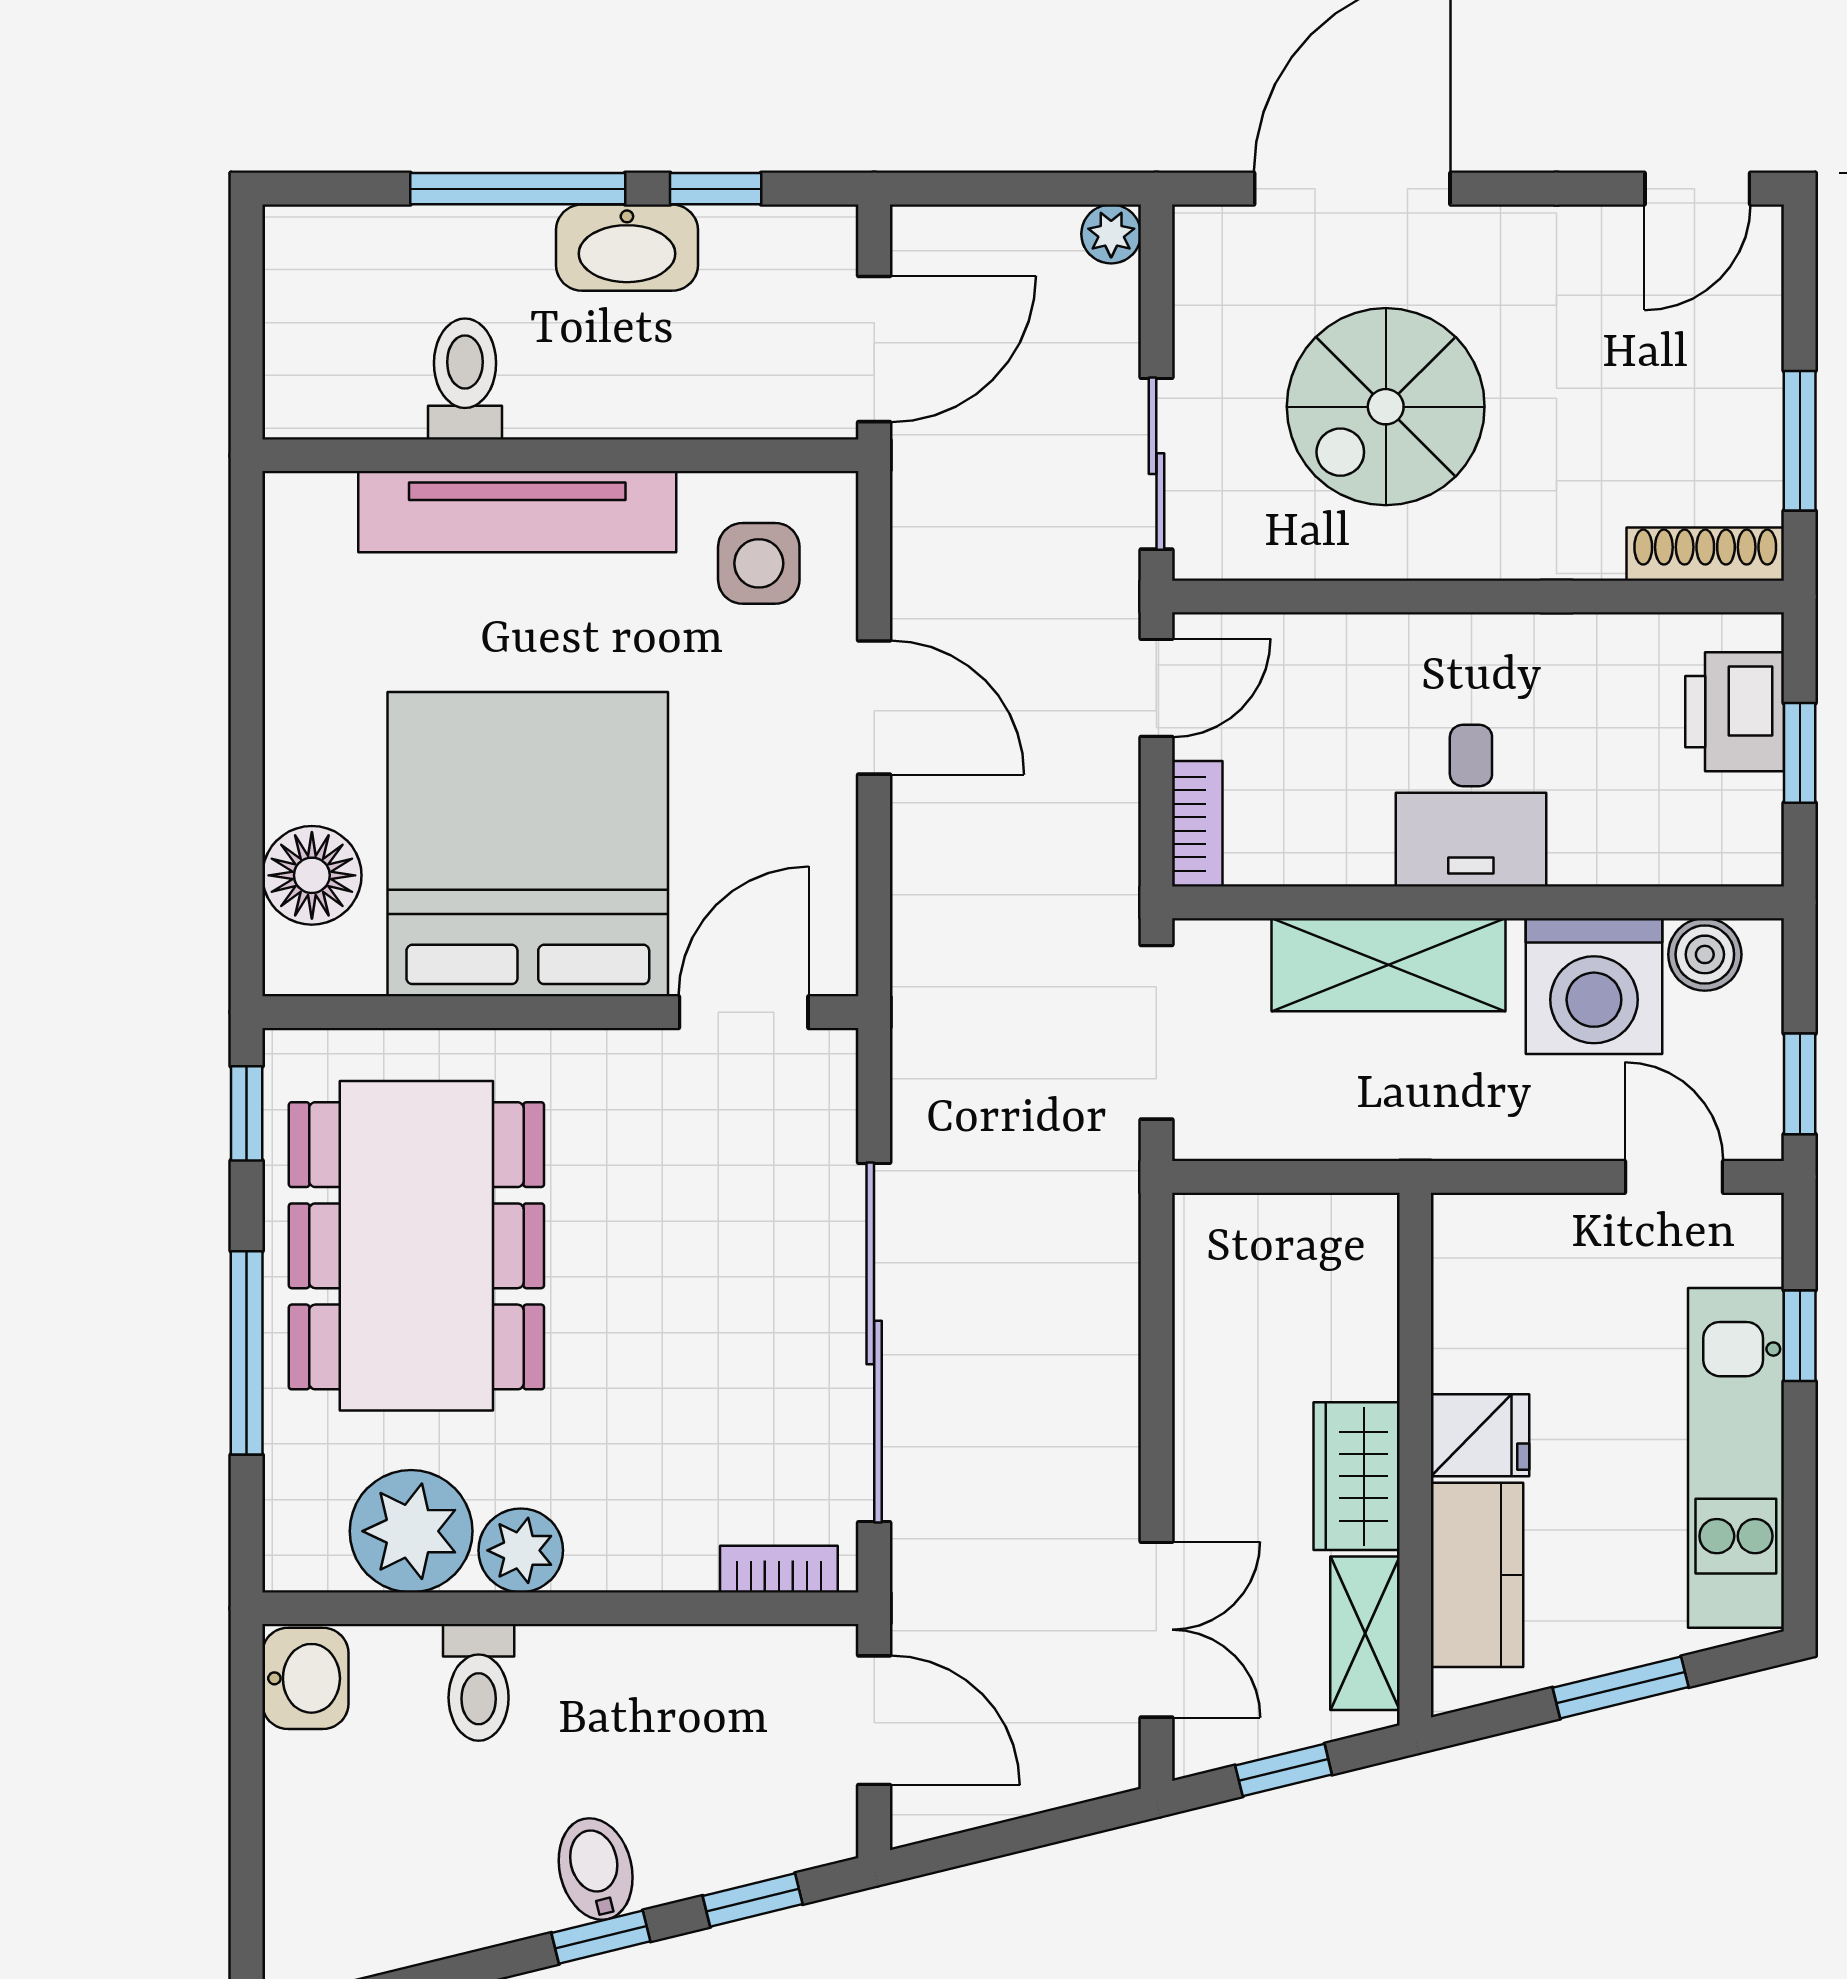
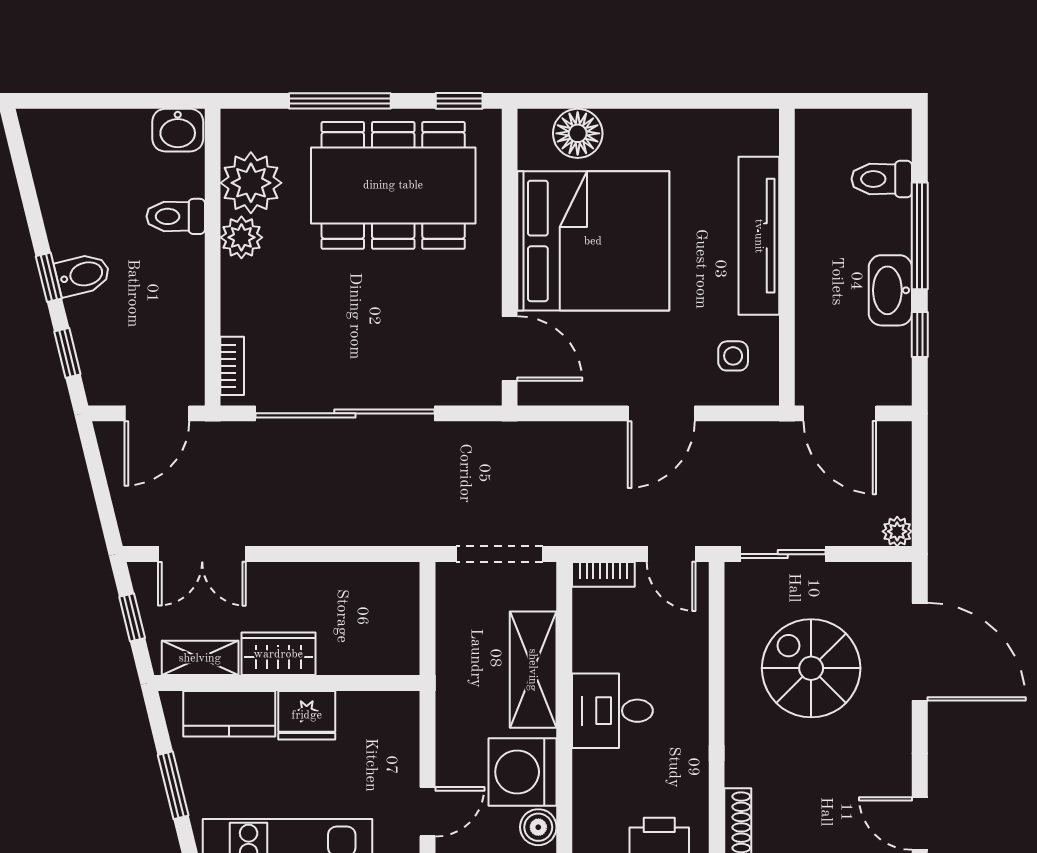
toilet: (465, 379) -> (882, 179), moved, turned 180
side table: (759, 563) -> (733, 356), width x0.73, depth x0.73
fridge: (1480, 1435) -> (307, 715), width x1.38

